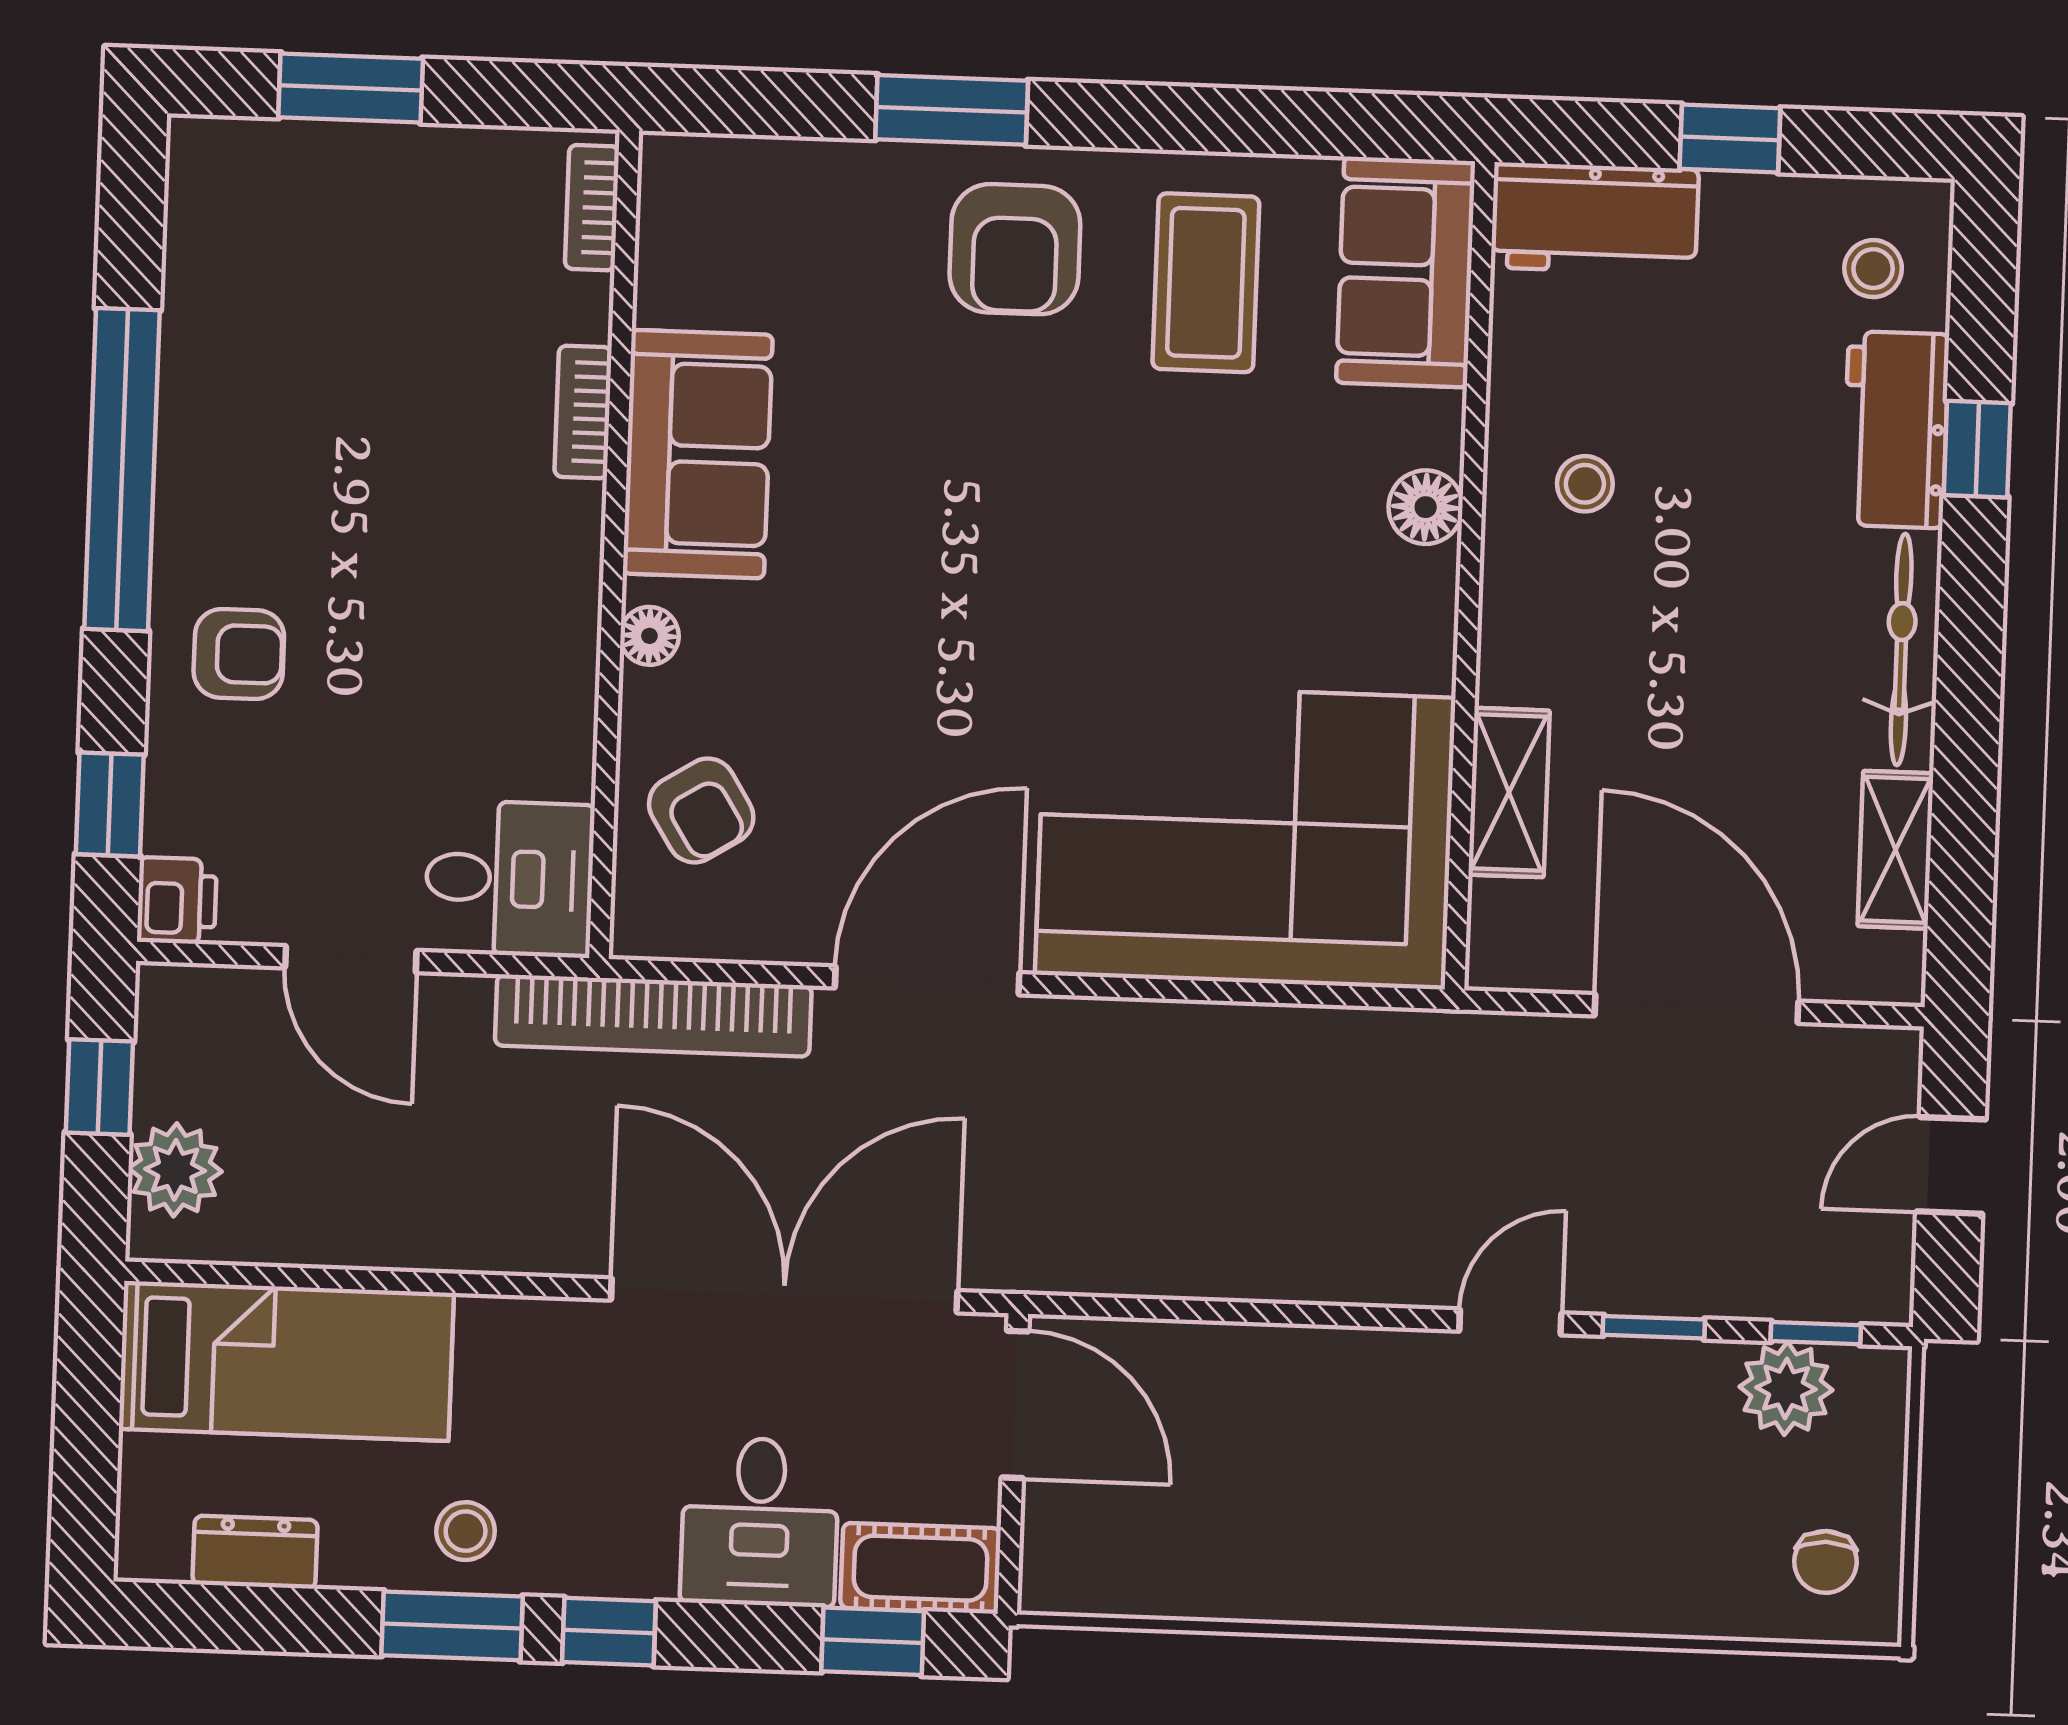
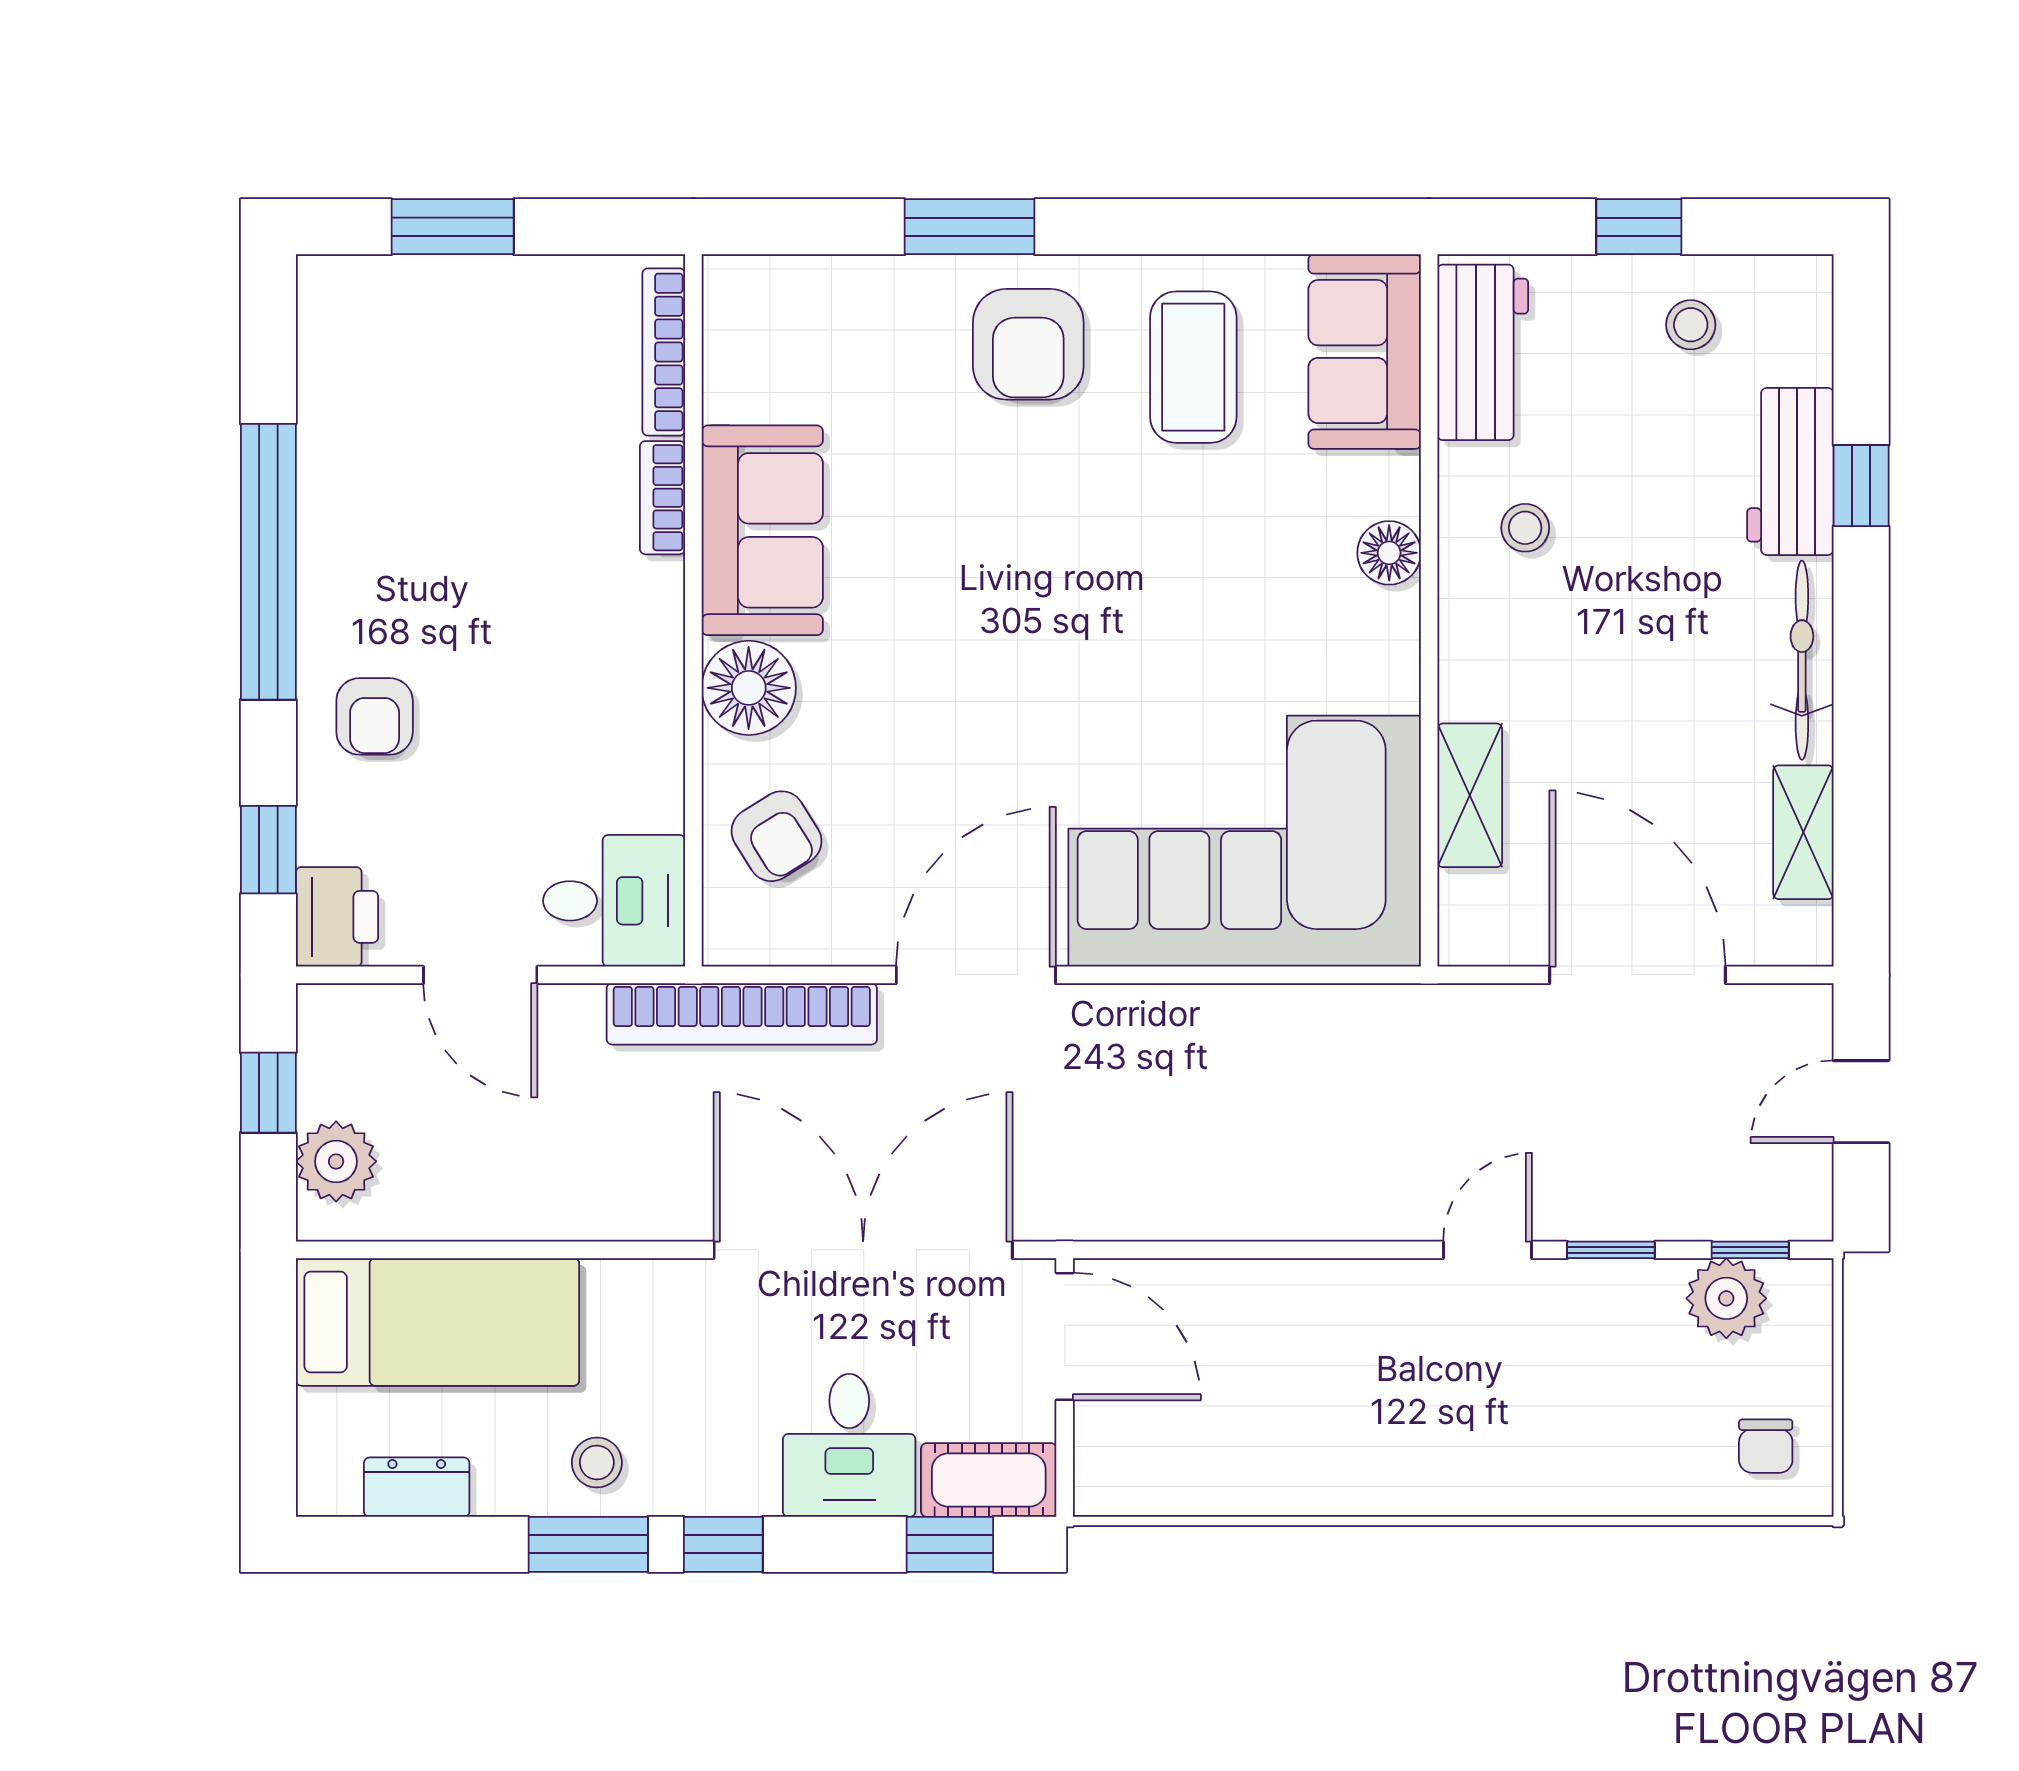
bookcase: (592, 208) -> (664, 352), width x1.56
workbench: (1595, 218) -> (1483, 352), moved, turned -90
stool: (1873, 269) -> (1691, 325), moved
floor lamp: (649, 636) -> (749, 688), width x1.89, depth x1.89
armchair: (239, 654) -> (375, 716), turned 90
printer: (177, 901) -> (337, 917), width x1.36, depth x1.24

